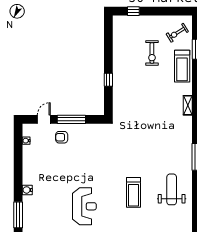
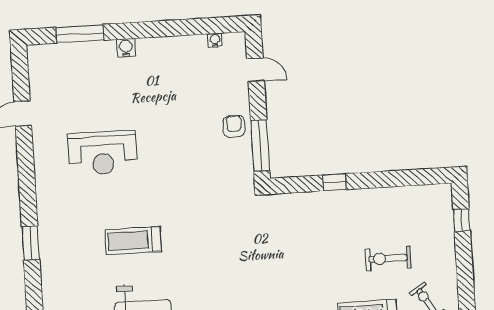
window: (71, 119) -> (260, 145), moved
armchair: (62, 137) -> (234, 126), moved

